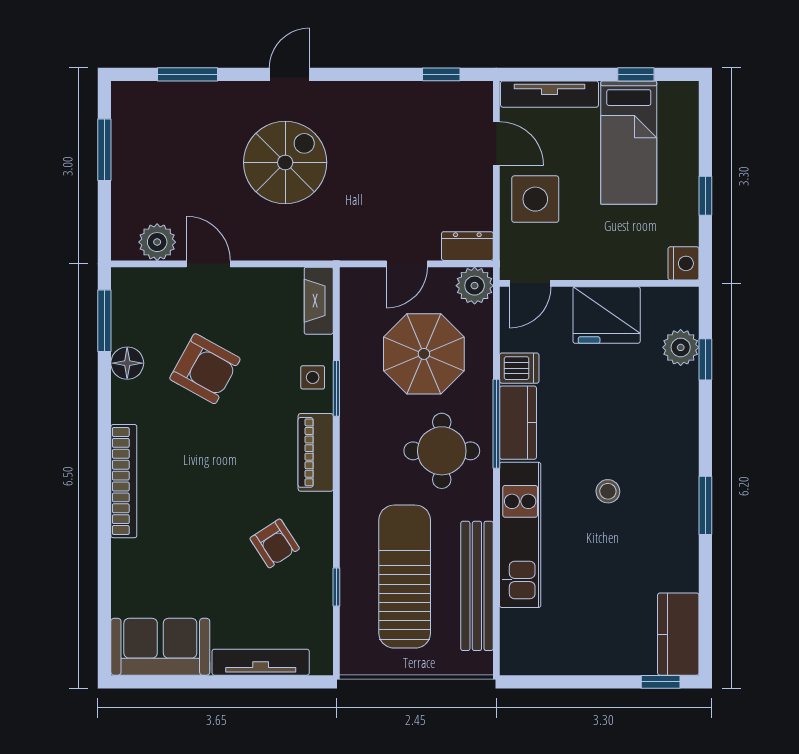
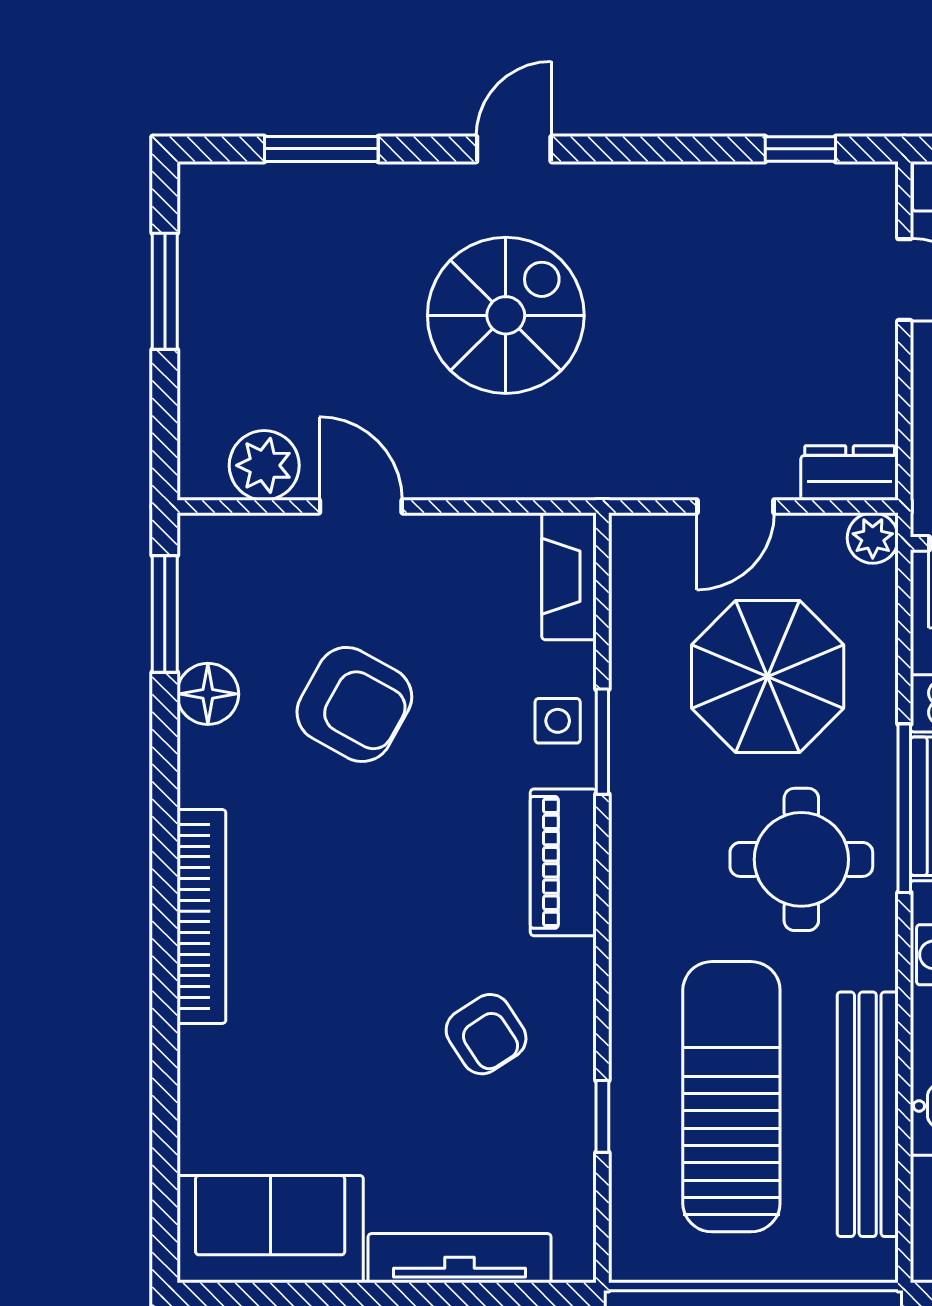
plant: (475, 286) -> (873, 538), width x0.73, depth x0.73

